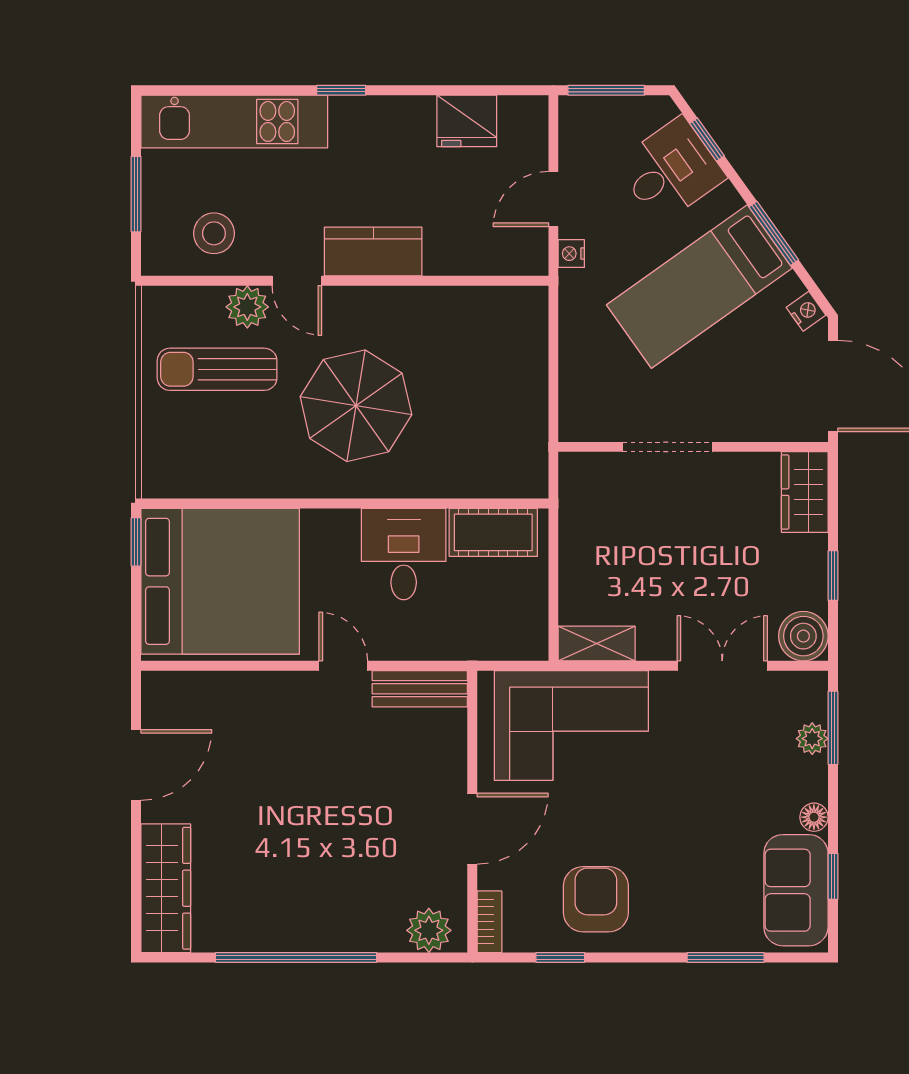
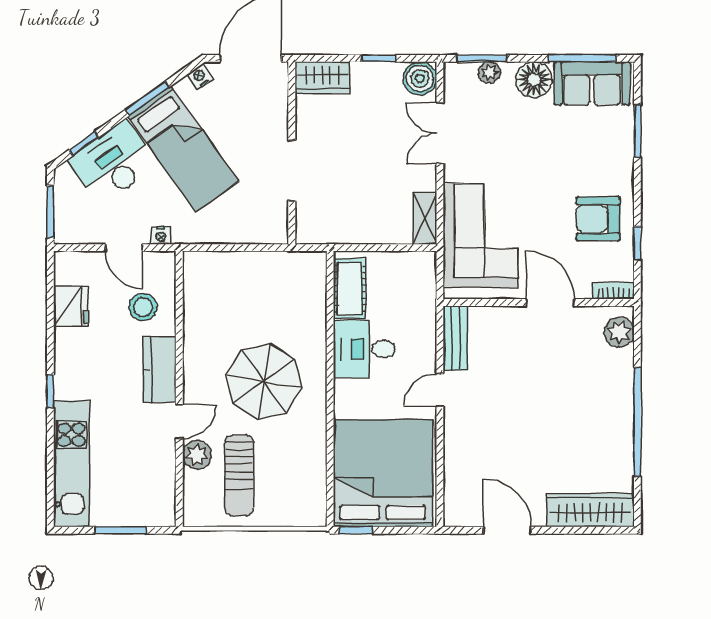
desk: (670, 170) -> (113, 163), width x1.37
stool: (214, 233) -> (143, 307), moved
floor lamp: (814, 817) -> (534, 80), width x1.89, depth x1.89
window: (833, 876) -> (583, 58), width x2.17

